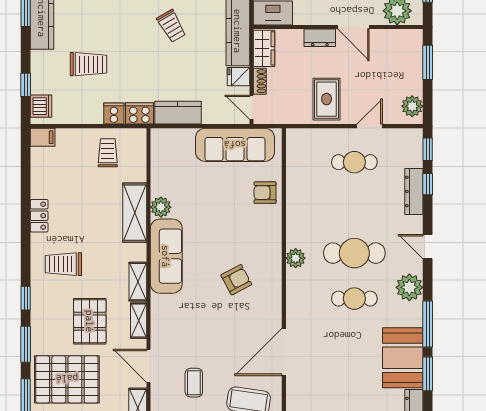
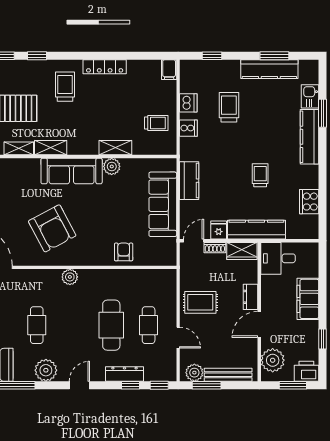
trolley: (171, 26) -> (260, 175), turned 120
window: (428, 62) -> (207, 385), moved
trolley: (88, 64) -> (229, 107), turned 180
bench: (415, 65) -> (228, 375), added
dishwasher: (41, 106) -> (188, 103), moved, turned -90
cooker: (139, 113) -> (188, 149), removed
sofa: (235, 145) -> (163, 204), moved
shelving: (135, 213) -> (115, 148), width x0.67, depth x0.75
locker: (39, 216) -> (105, 67), width x1.53
cafe table: (354, 253) -> (111, 325), moved
armchair: (236, 280) -> (52, 228), width x1.88, depth x1.88

